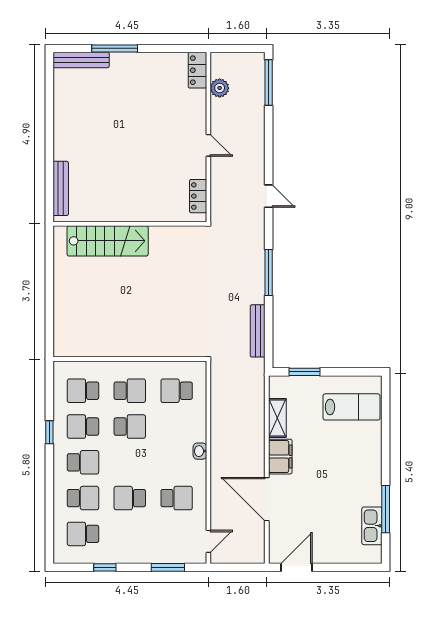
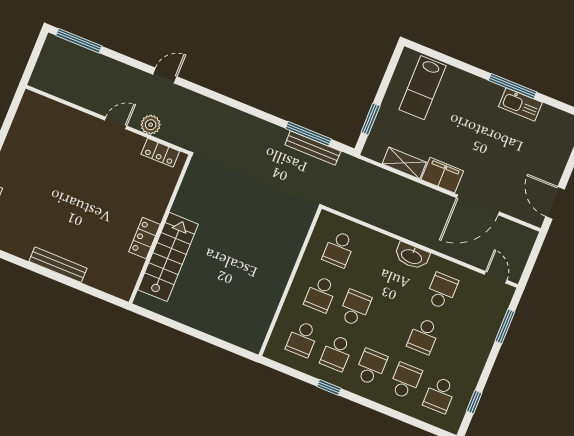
locker: (197, 70) -> (144, 238), moved, turned 90
plant: (220, 88) -> (151, 125), moved
bench: (61, 188) -> (58, 265), moved
door: (269, 196) -> (165, 76), moved
window: (269, 272) -> (308, 134), moved
school desk: (130, 391) -> (321, 294), turned 180
lab bench: (351, 407) -> (422, 88), turned 180
washbasin: (200, 451) -> (412, 256), width x1.91, depth x1.45
window: (386, 509) -> (512, 86), moved
kitchen sink: (372, 526) -> (520, 104), moved
window: (105, 567) -> (474, 402), moved

